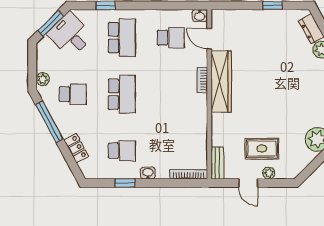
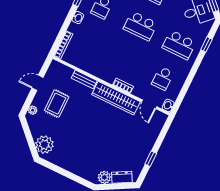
door: (209, 39) -> (149, 104), swing flipped
bench: (217, 163) -> (84, 79), moved
plant: (269, 173) -> (33, 110), moved

